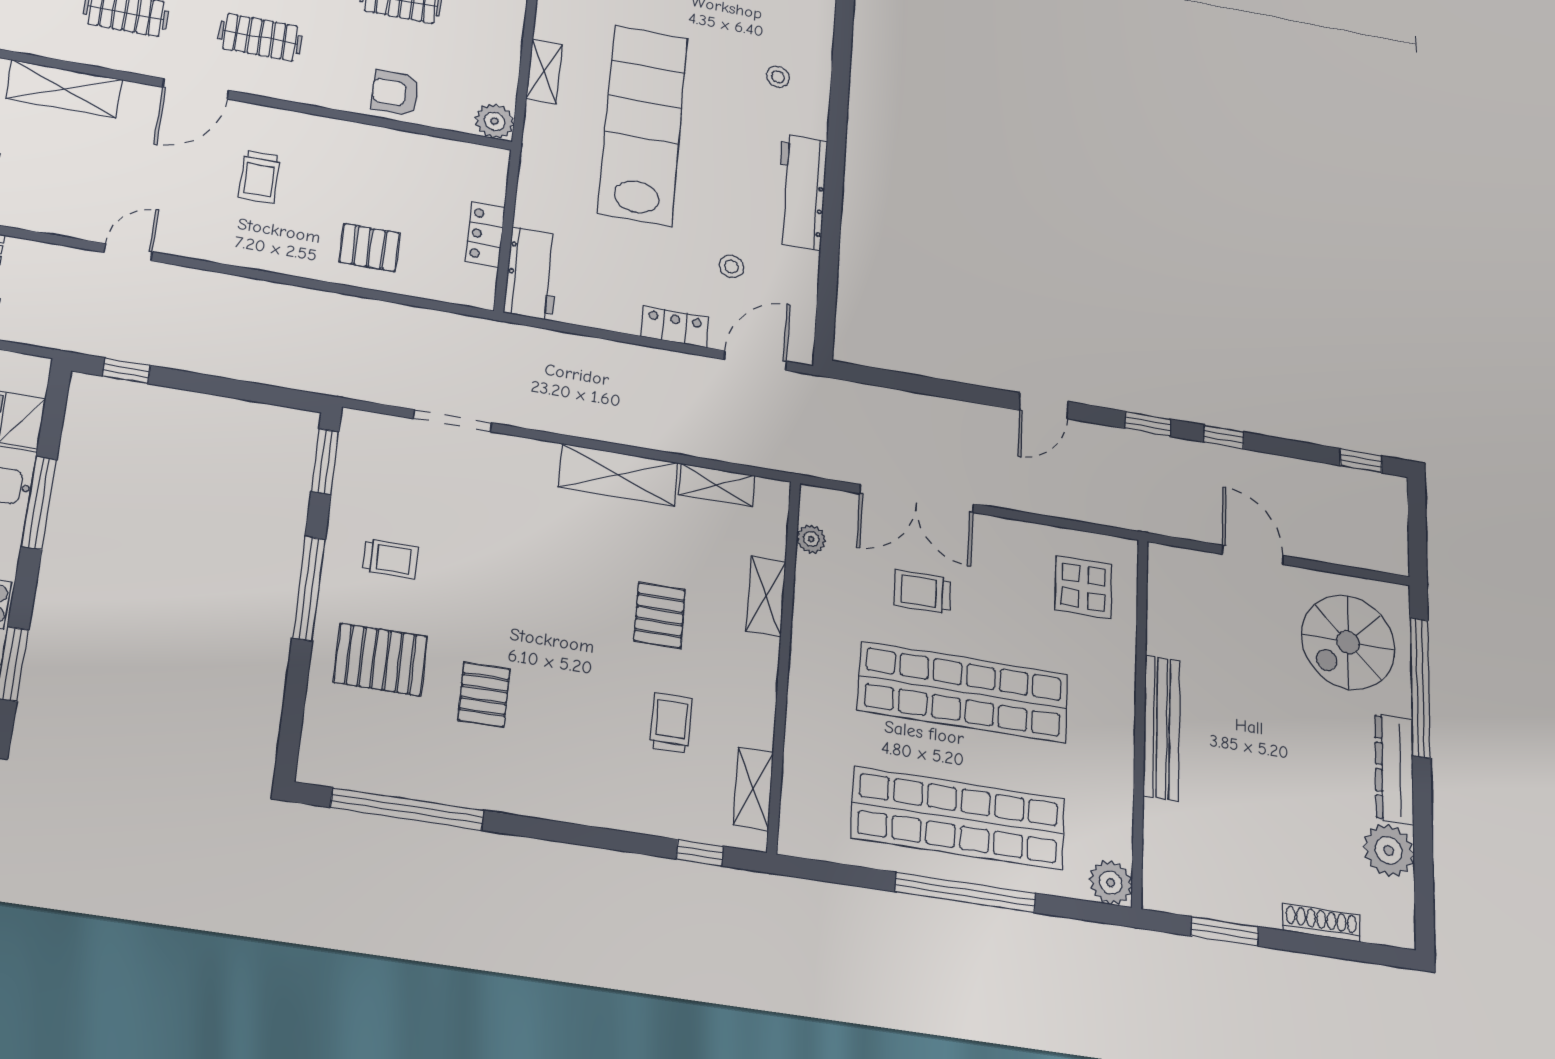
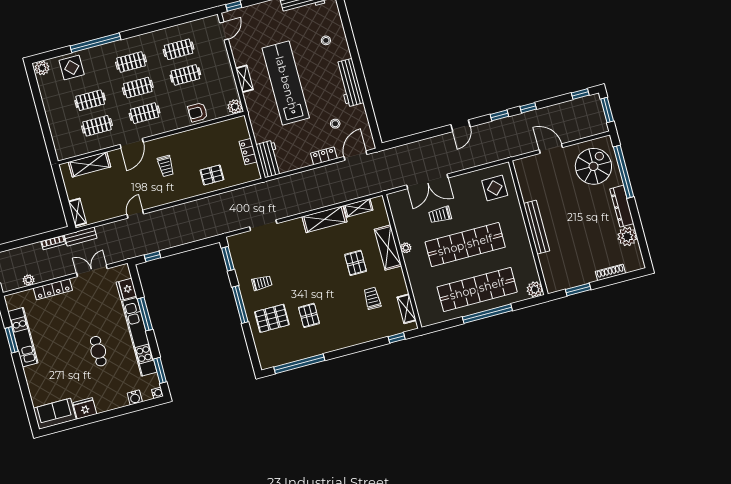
window: (1417, 526) -> (607, 110), added
plant: (811, 539) -> (406, 248), moved
shelving: (766, 596) -> (388, 248), width x1.50, depth x1.33
spiral stairs: (1348, 642) -> (593, 166), turned 180

